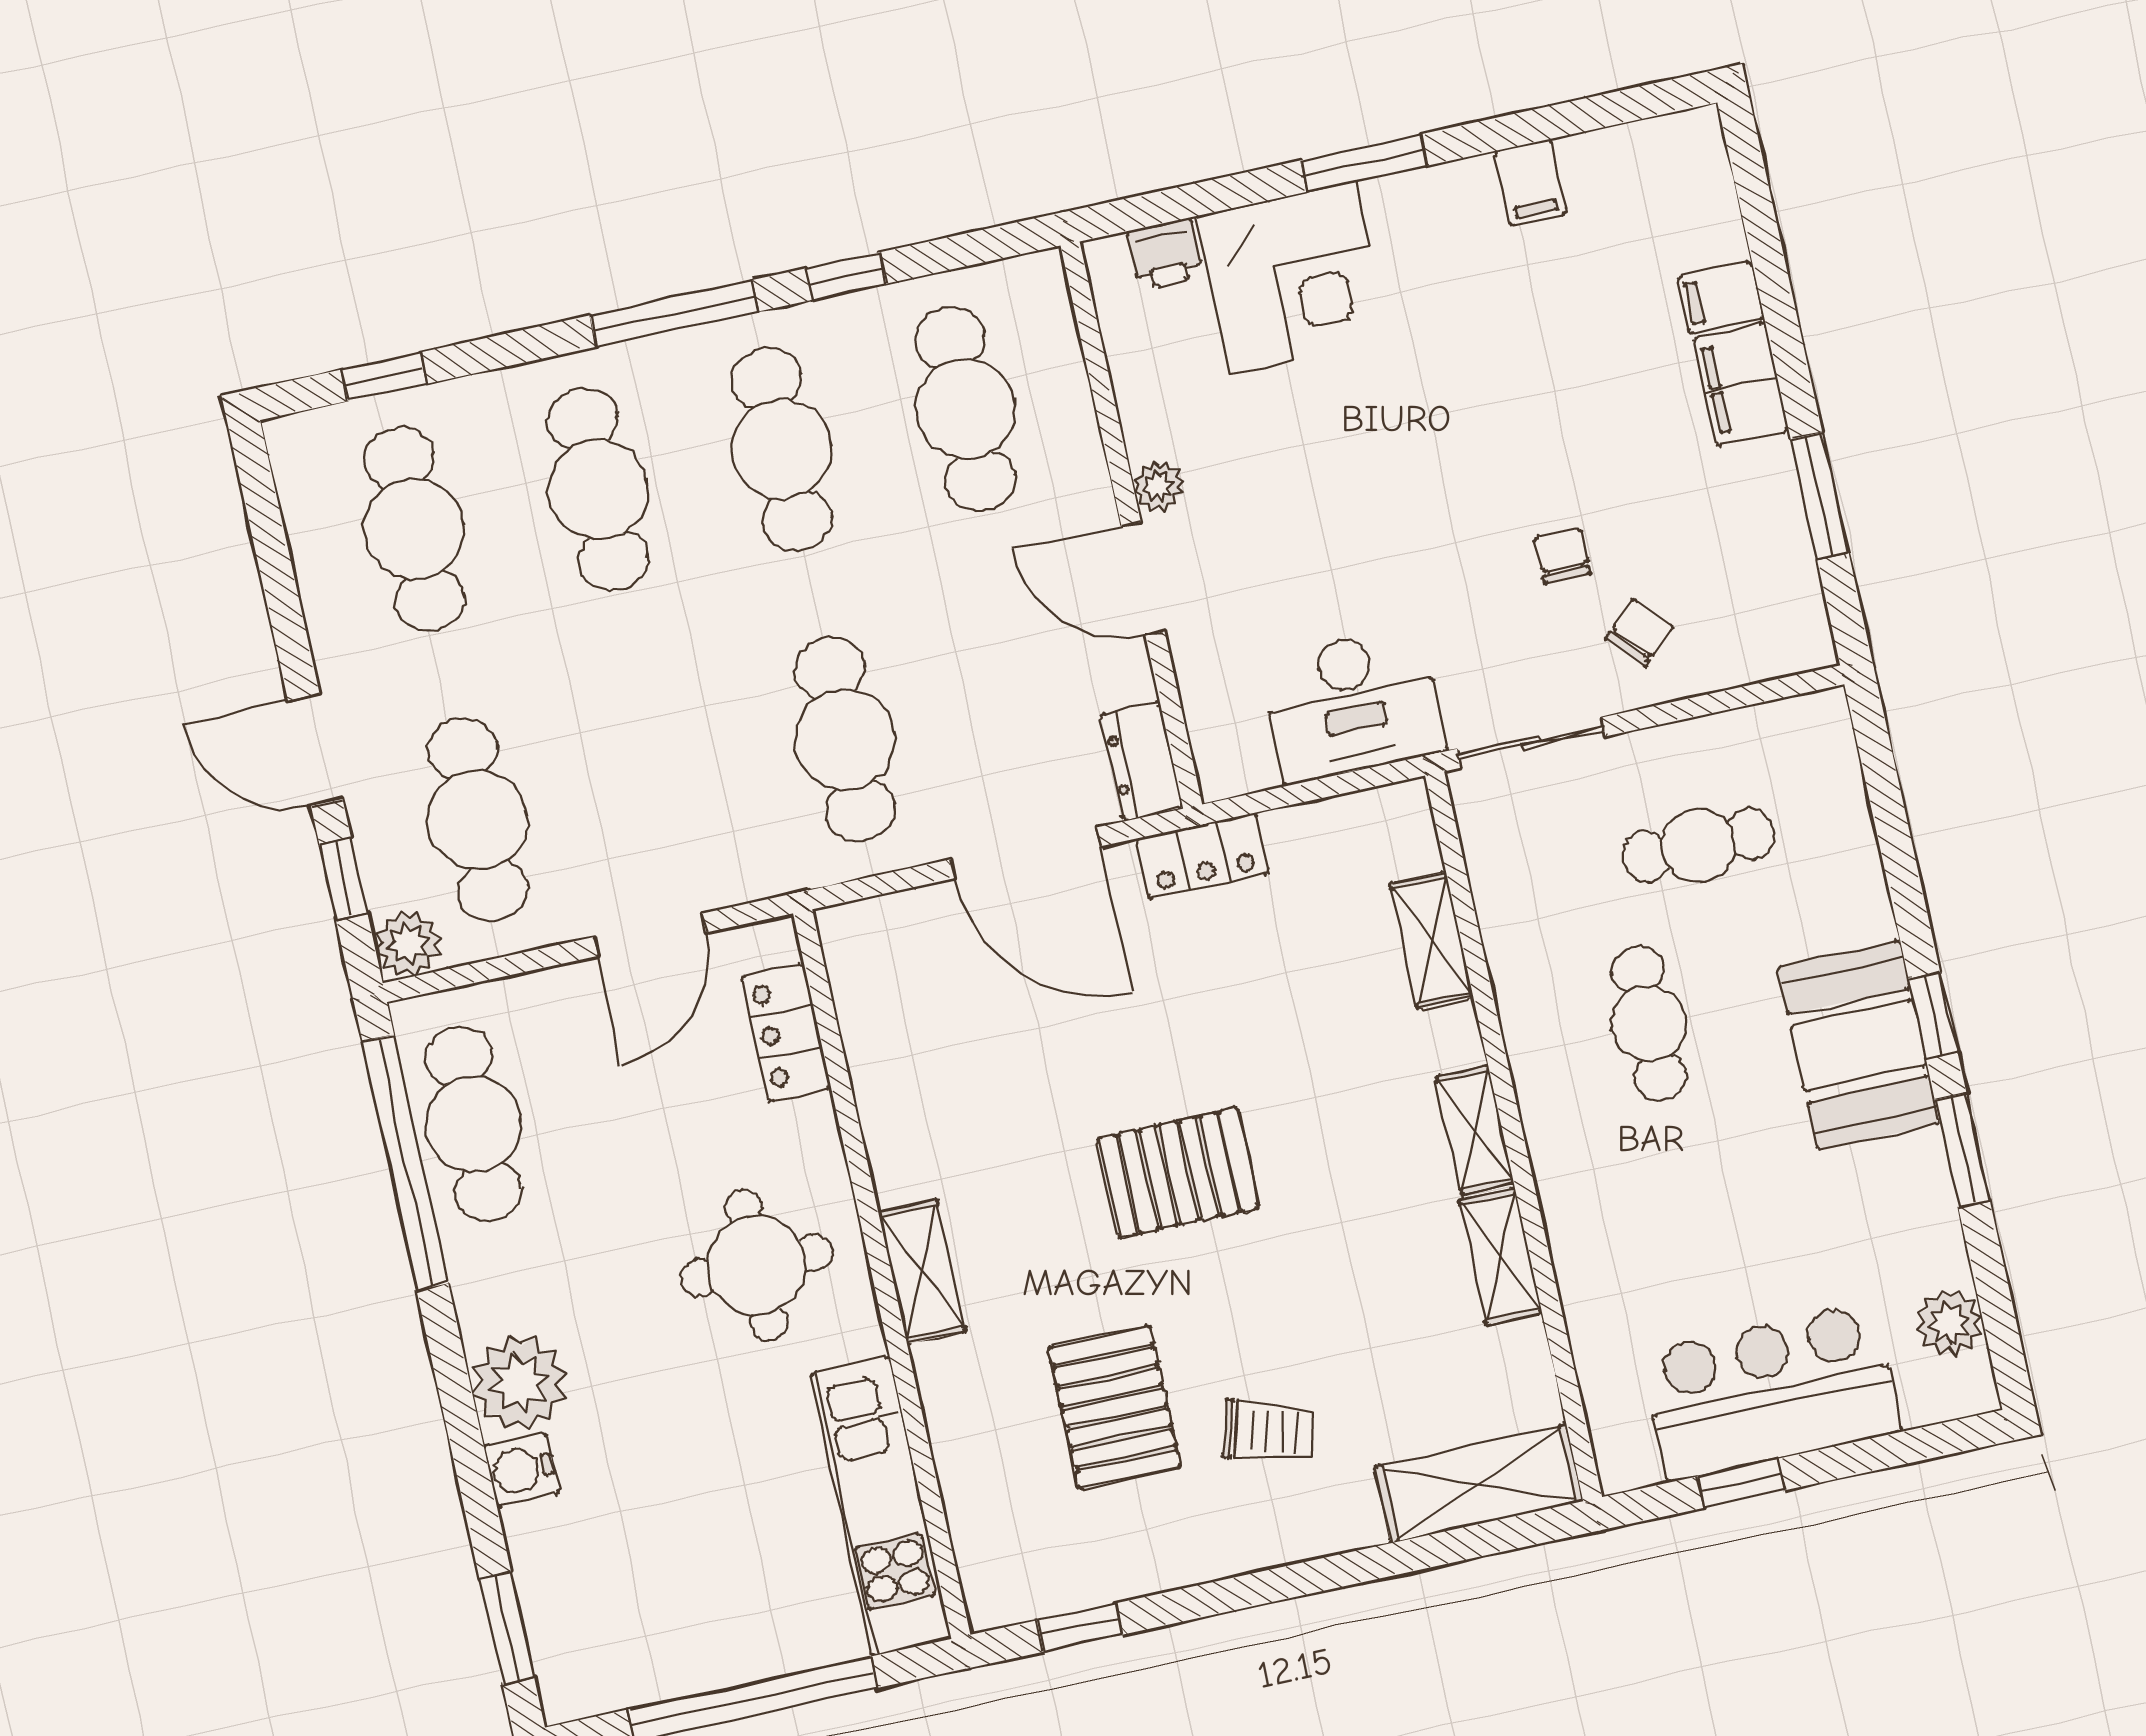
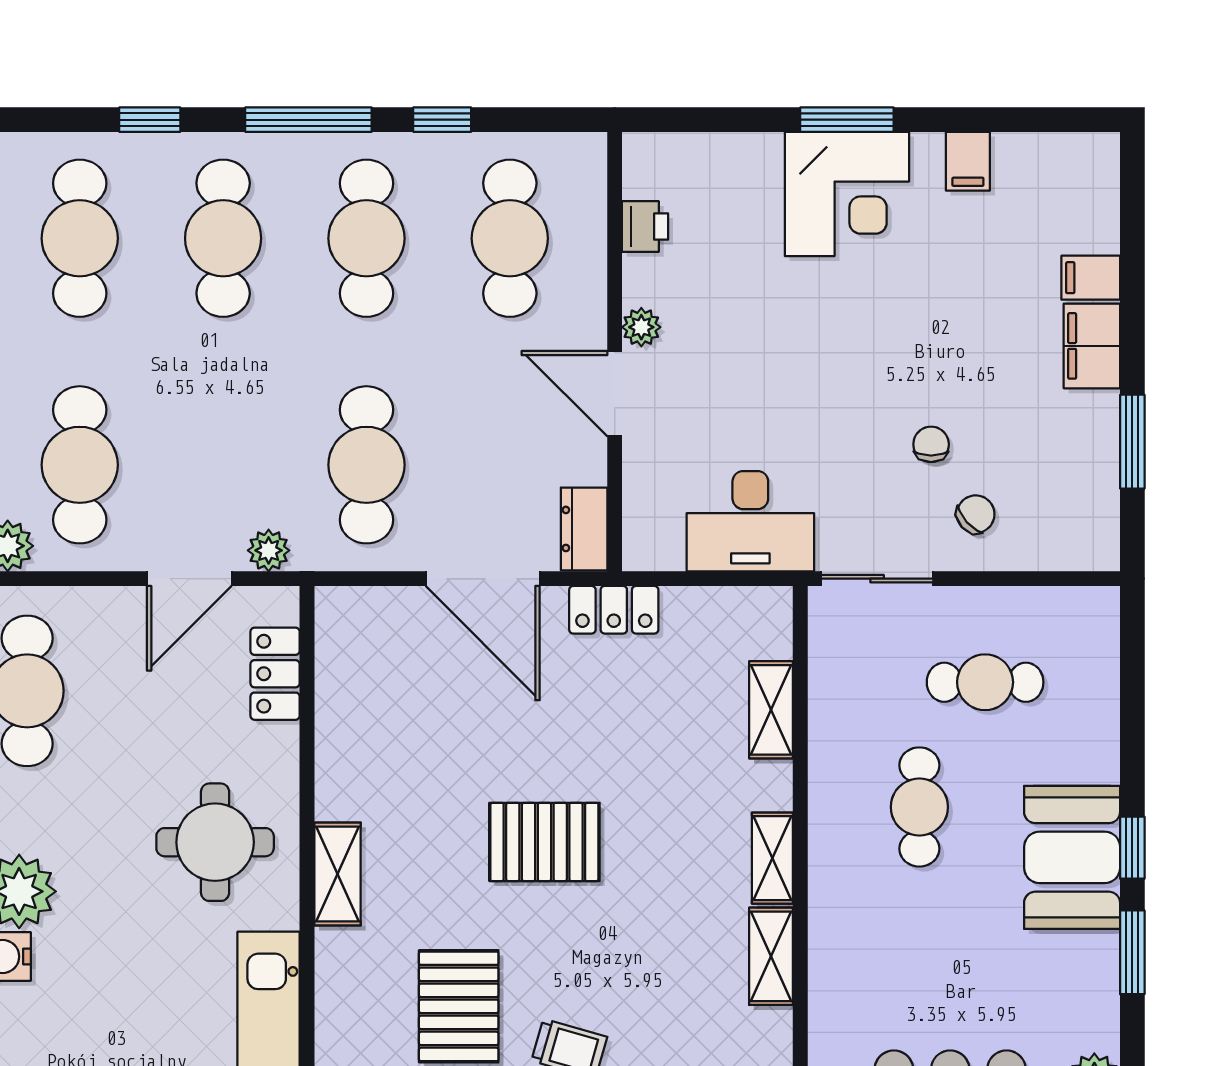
printer: (1165, 254) -> (645, 226), moved, turned -90
corner desk: (1293, 278) -> (847, 194), moved
window: (384, 377) -> (150, 120), moved
plant: (744, 876) -> (269, 550), added

